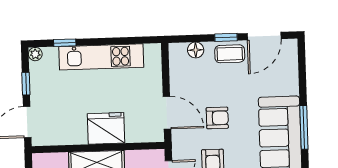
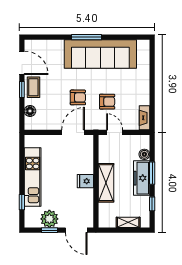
plant: (35, 54) -> (49, 219), moved, width x1.88, depth x1.88
armchair: (217, 118) -> (78, 97), turned 90
fridge: (106, 128) -> (85, 181), width x0.53, depth x0.75

